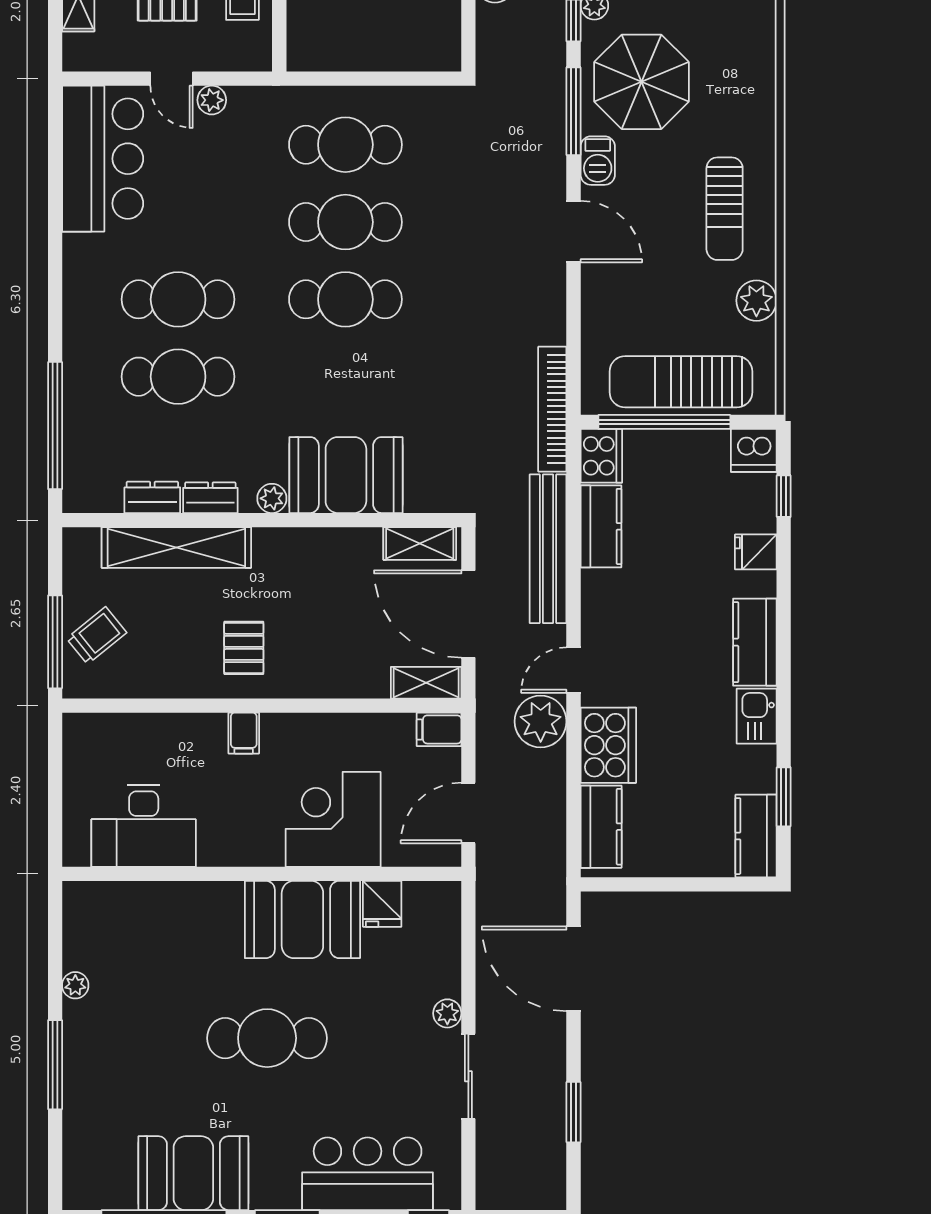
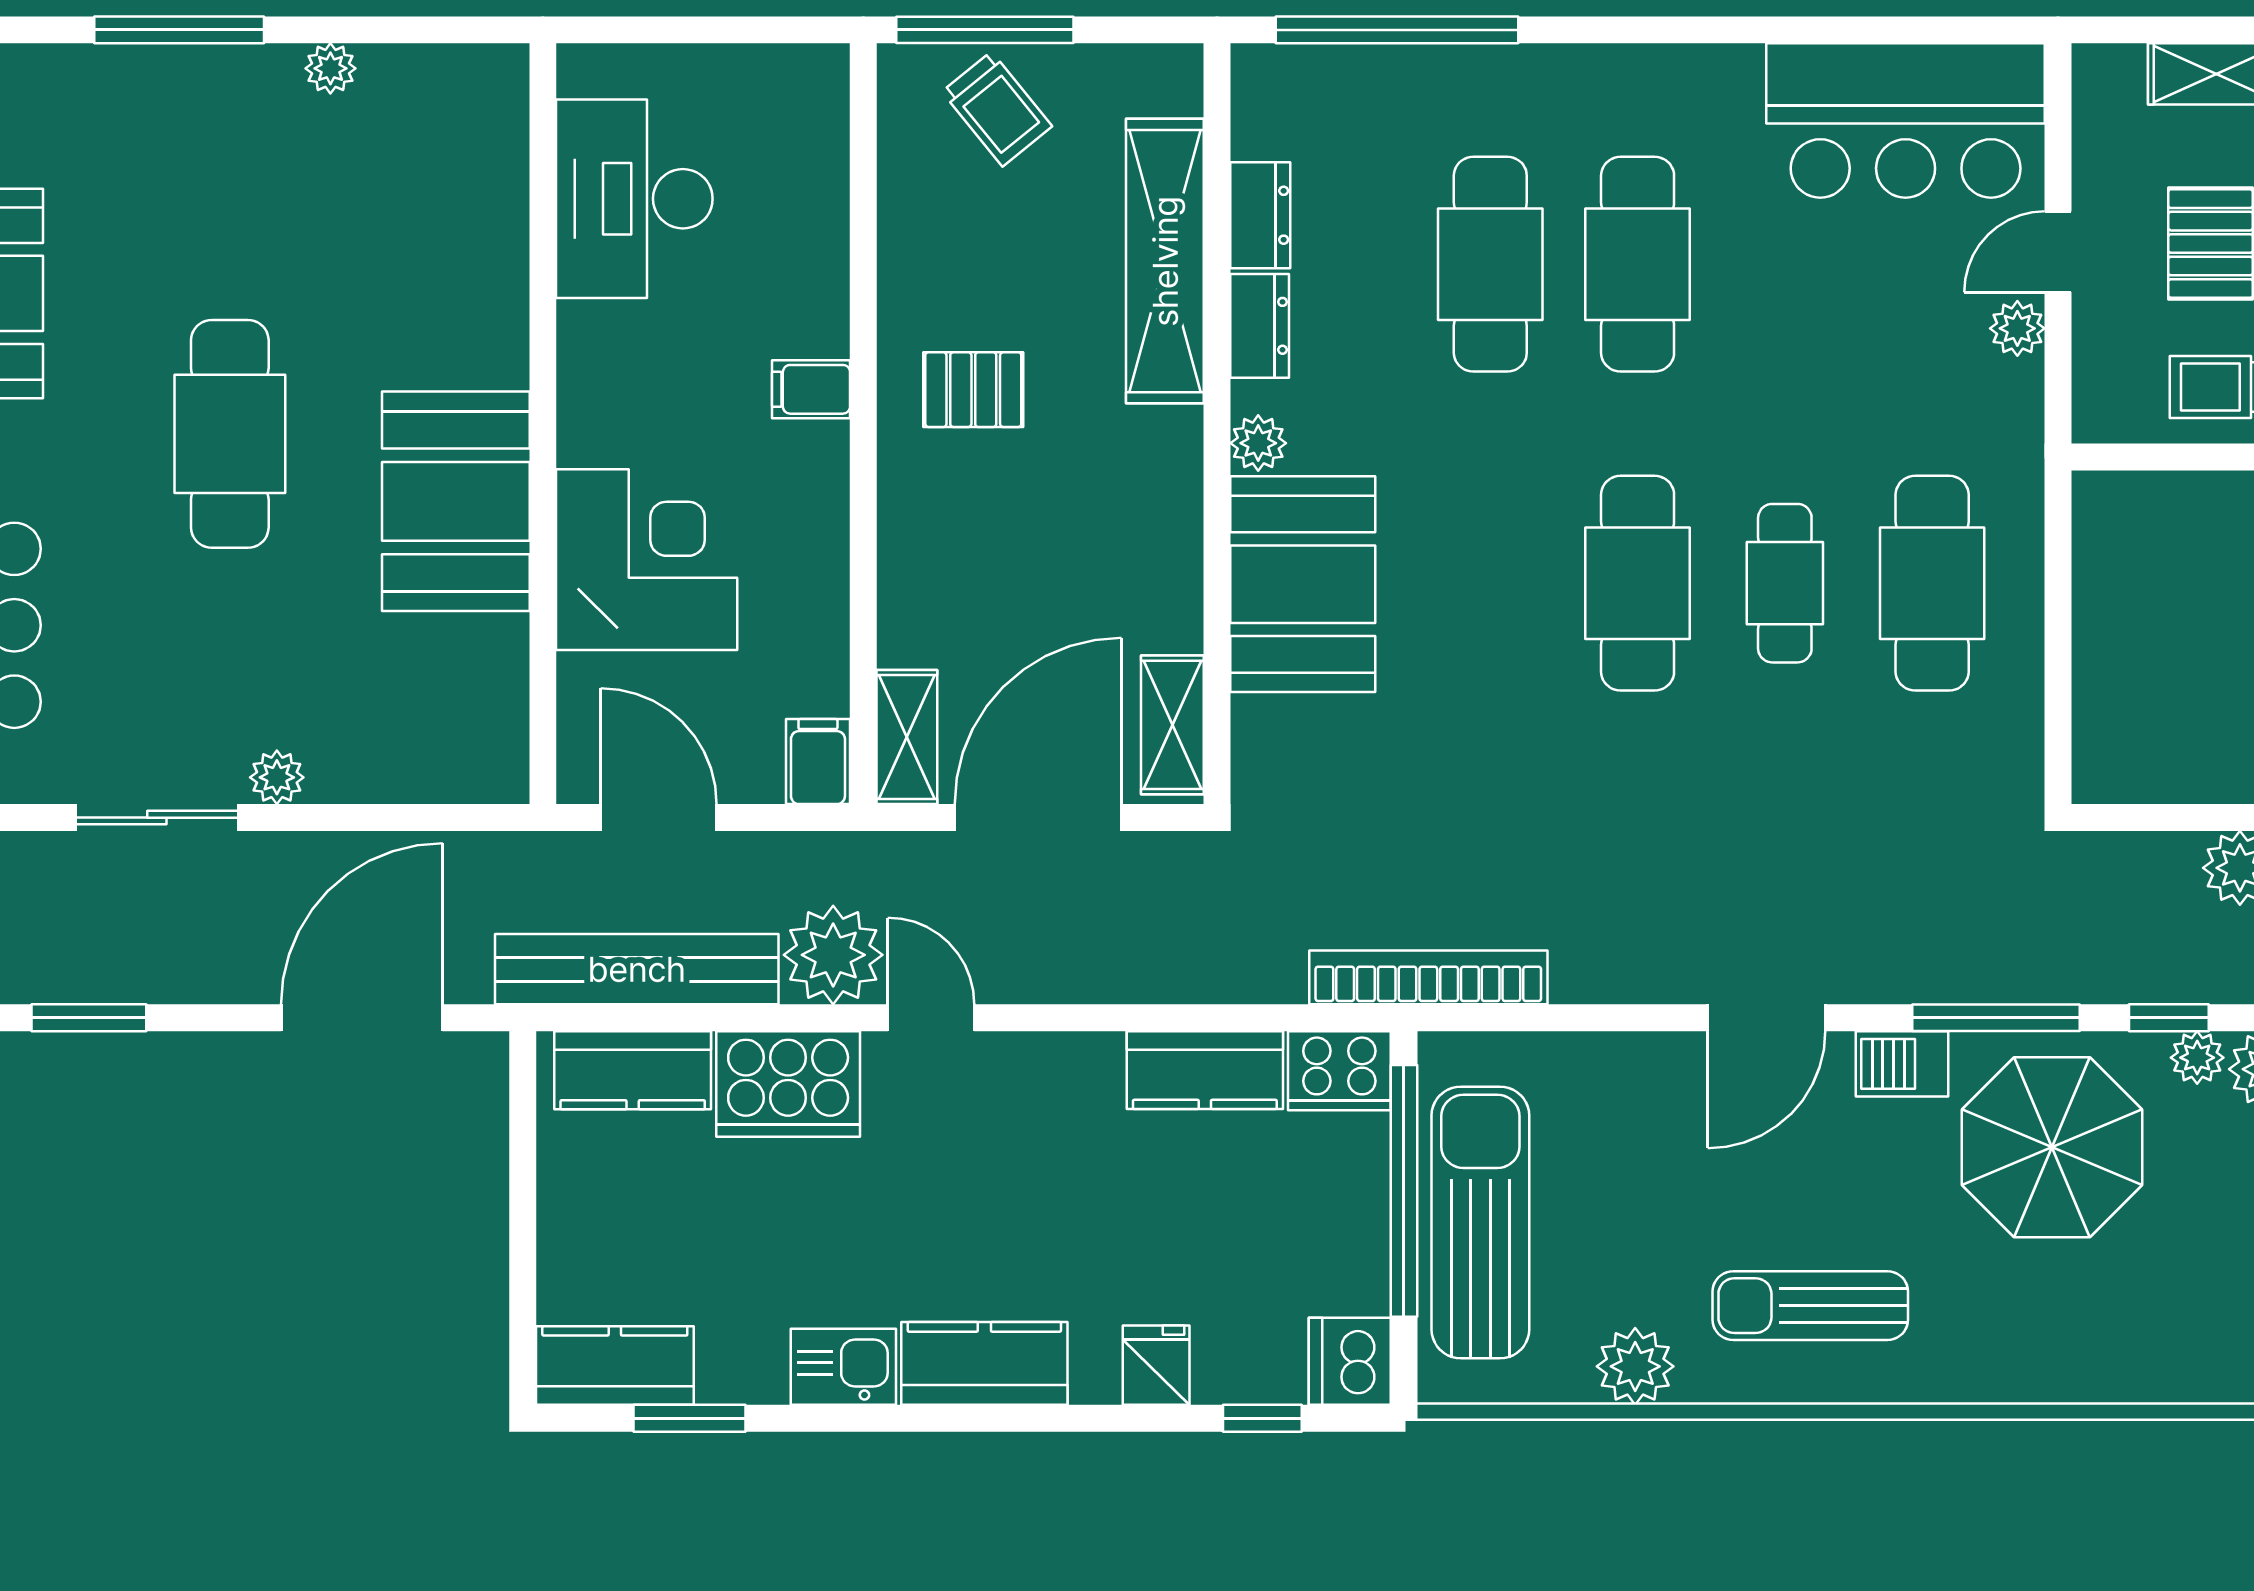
cafe table: (345, 222) -> (1785, 583), width x0.73, depth x0.74
bench: (548, 549) -> (637, 969), moved
fridge: (382, 904) -> (486, 653), removed

